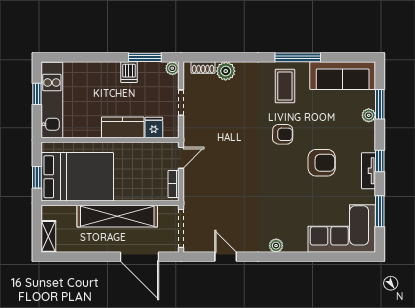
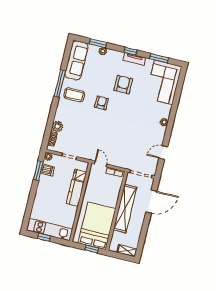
dishwasher: (129, 72) -> (47, 170), moved

